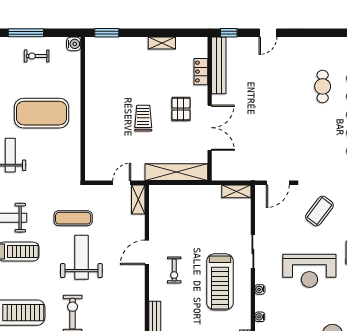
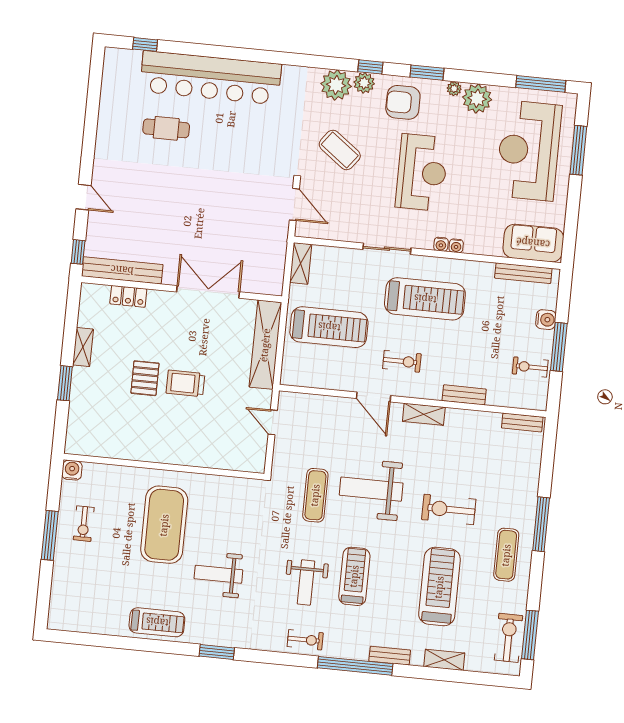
window: (107, 33) -> (65, 383), moved
pallet: (181, 109) -> (145, 378), moved, turned 90
shelving: (138, 199) -> (424, 414), moved
treadmill: (193, 216) -> (329, 327), added
water cooler: (260, 317) -> (456, 246), moved

